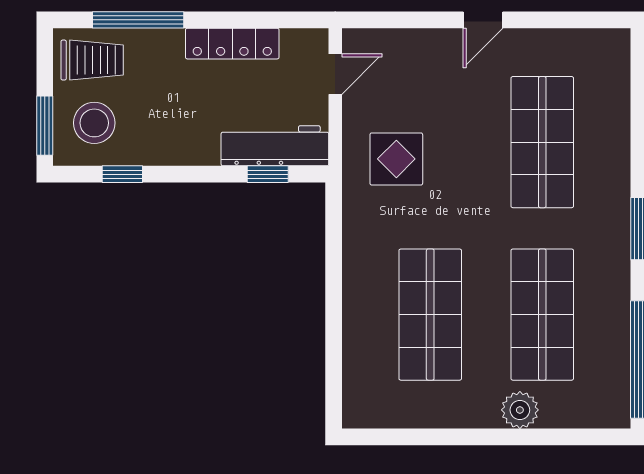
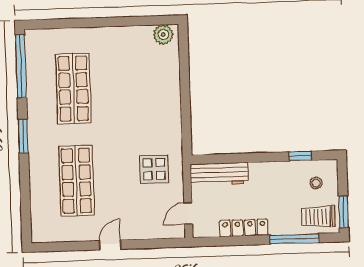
stool: (94, 123) -> (316, 183), width x0.53, depth x0.53
window: (45, 126) -> (344, 212), moved
window: (268, 174) -> (223, 159), removed
shop shelf: (430, 315) -> (133, 87), removed
plant: (520, 410) -> (163, 35), moved

